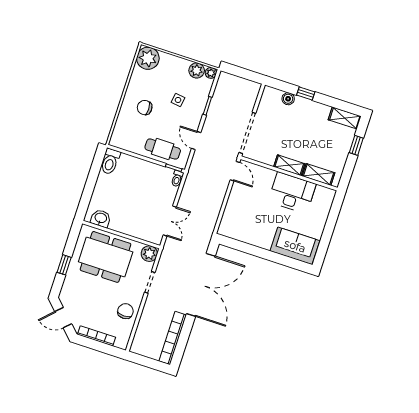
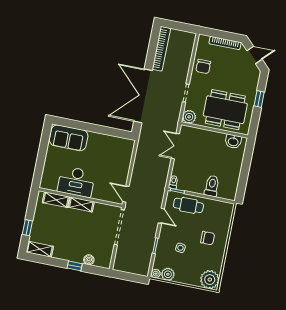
toilet: (110, 161) -> (212, 186), moved

